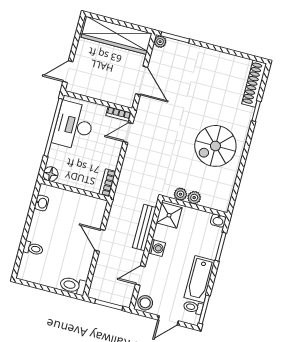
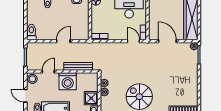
door: (142, 81) -> (167, 41), swing flipped
shower: (169, 215) -> (91, 98), moved
washing machine: (157, 248) -> (68, 81), width x1.89, depth x1.89
door: (140, 275) -> (48, 71), hinge flipped

